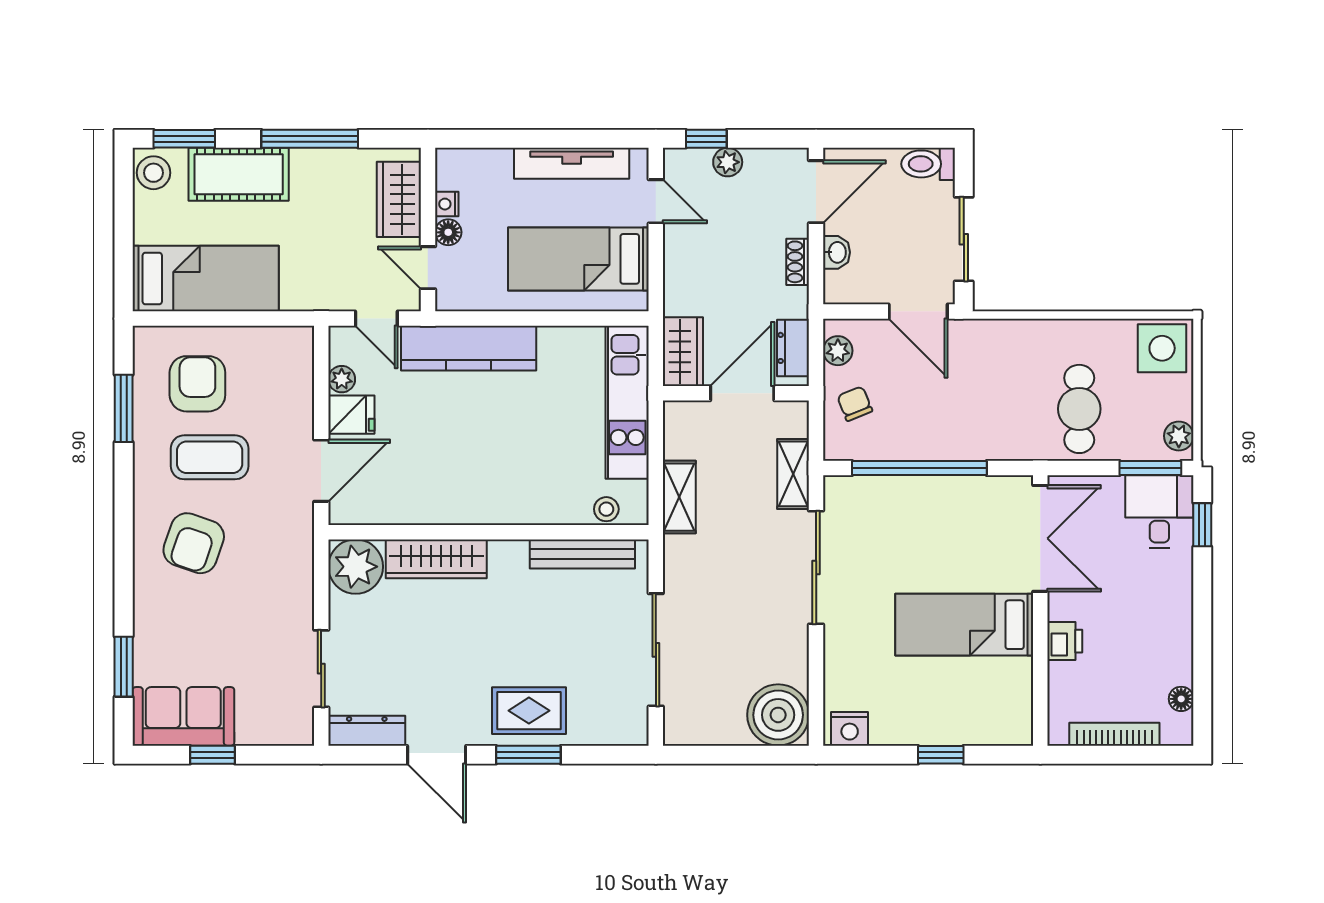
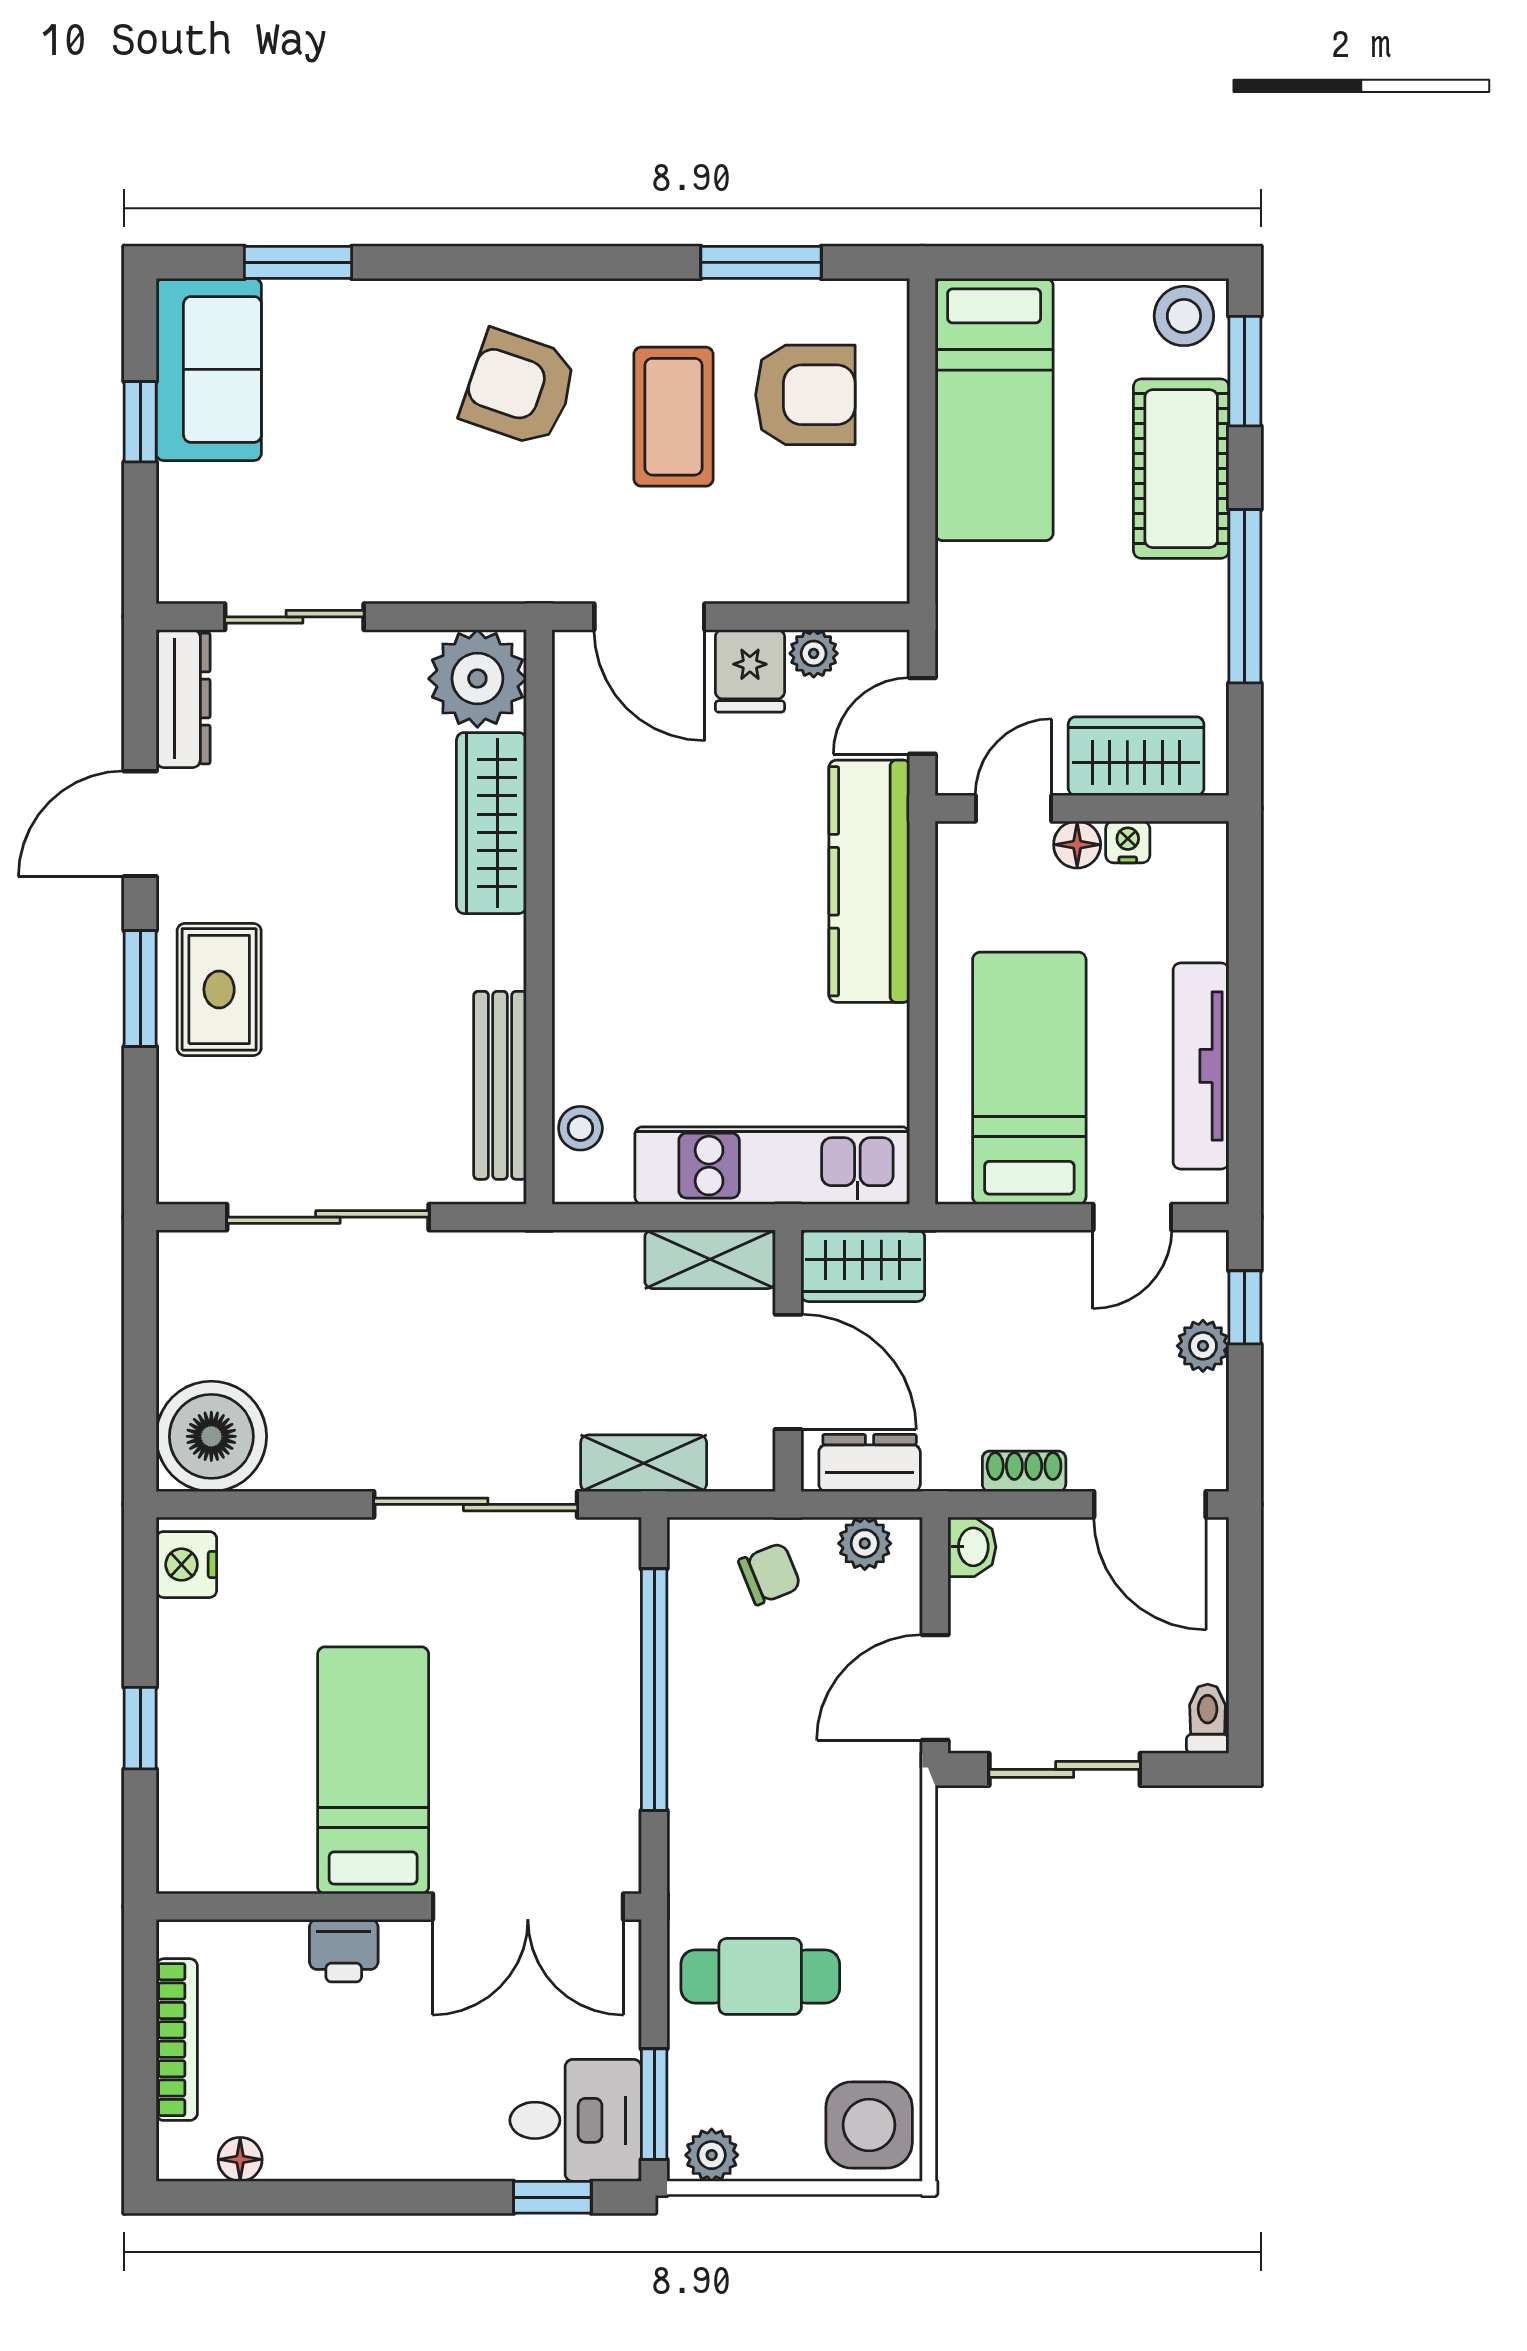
toilet: (928, 164) -> (1208, 1719), width x0.73, depth x0.72
washbasin: (837, 252) -> (972, 1547), moved, turned -90
shelving: (679, 497) -> (710, 1259), moved

